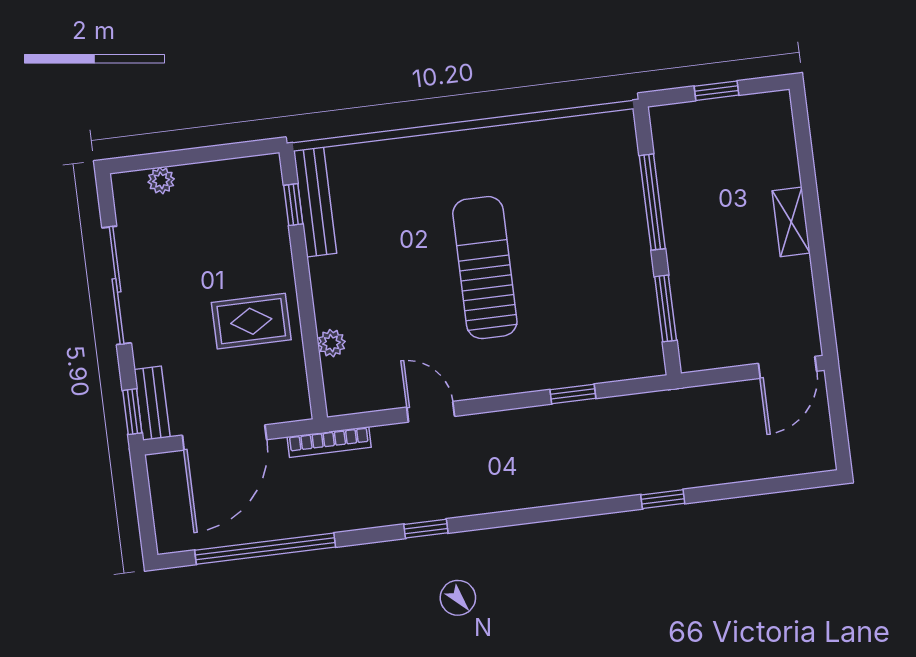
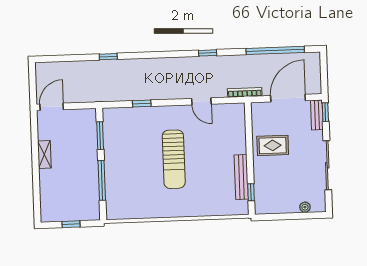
bench: (315, 202) -> (241, 177), moved
shelving: (791, 222) -> (44, 154), moved
plant: (332, 343) -> (240, 133), removed

